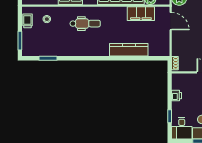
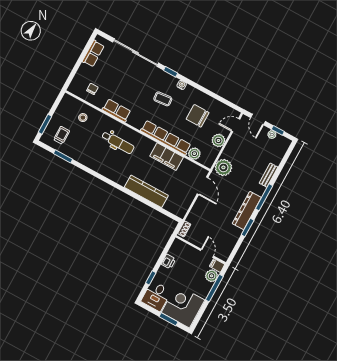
filing cabinet: (141, 14) -> (167, 157), moved
trolley: (27, 21) -> (62, 135), moved

